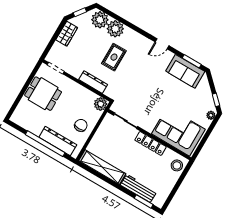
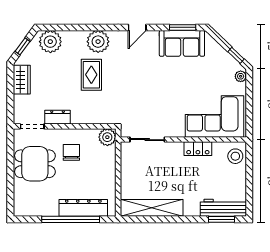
plant: (115, 29) -> (98, 42), moved
dresser: (93, 82) -> (58, 117), moved, width x0.70
chair: (81, 125) -> (71, 152), moved
locker: (150, 143) -> (198, 149), width x0.66
workbench: (139, 188) -> (223, 208), moved

